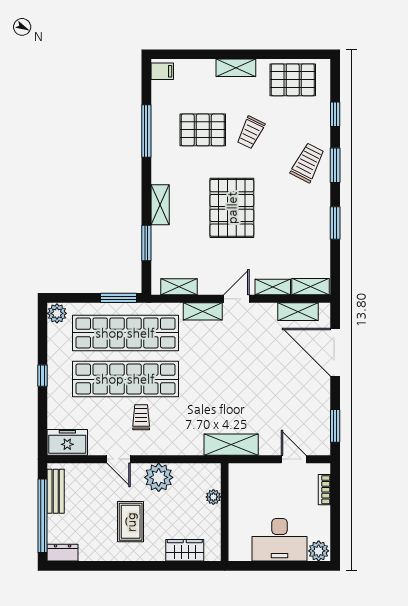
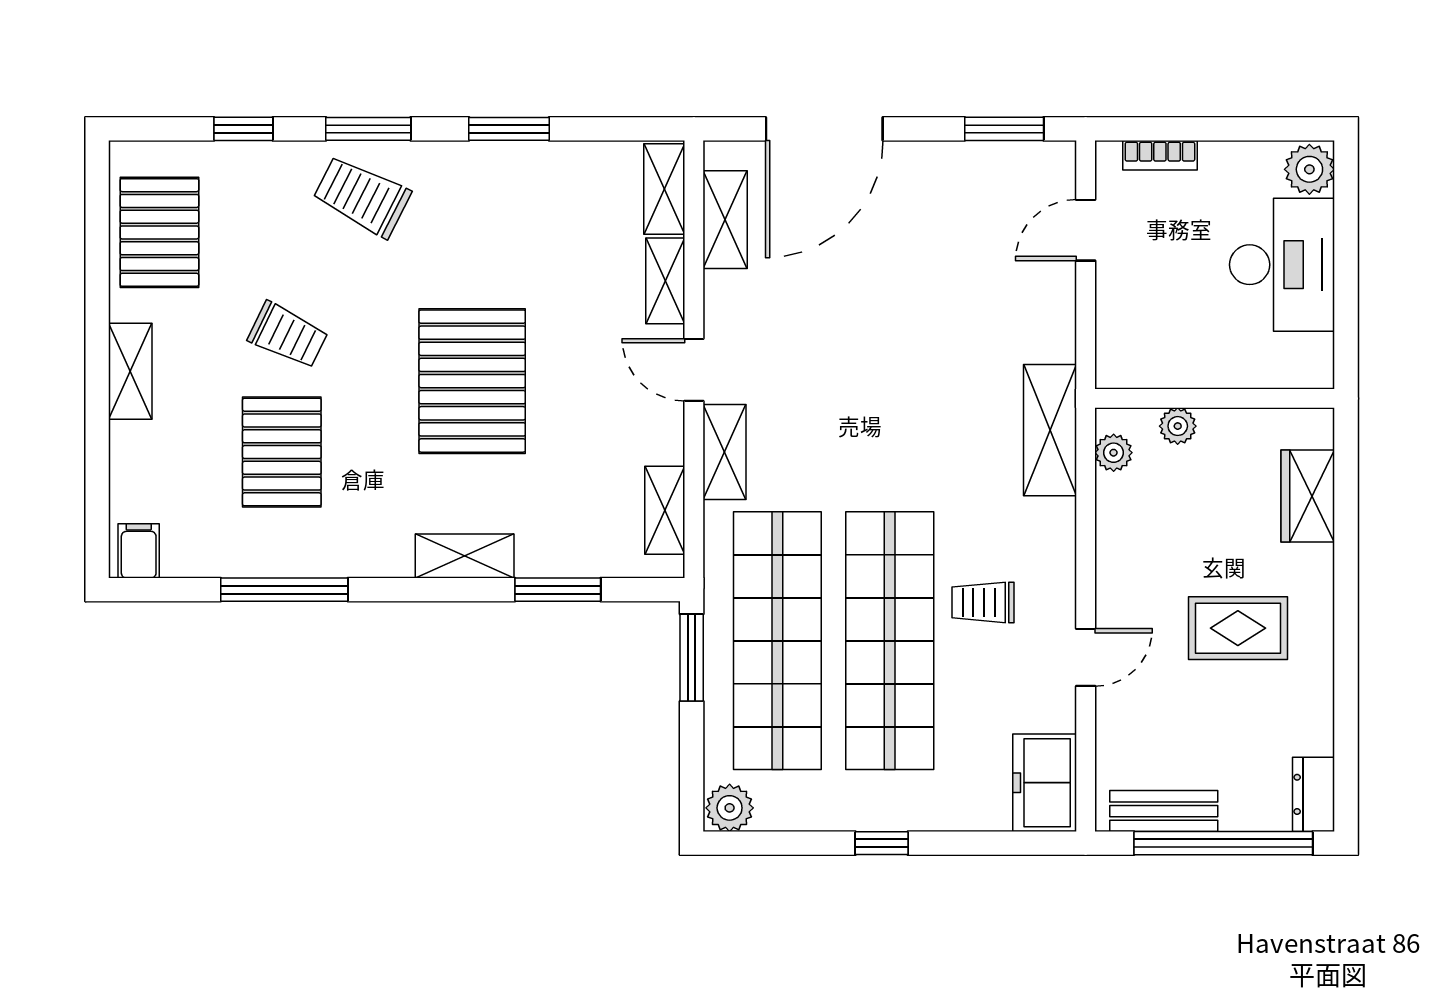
pallet: (232, 208) -> (472, 381), turned 90
shelving: (231, 445) -> (1050, 430), moved
plant: (159, 477) -> (1114, 453), moved, width x0.53, depth x0.53

